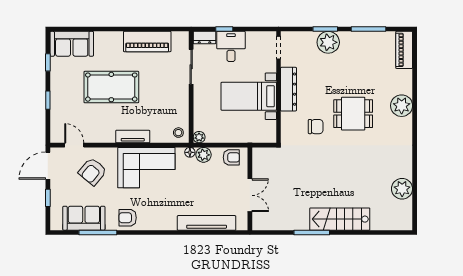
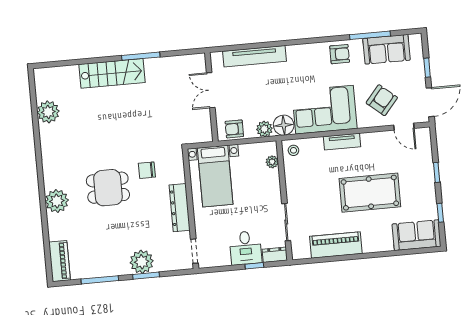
bed with nightstands: (249, 96) -> (215, 176), moved, turned 90
plant: (199, 137) -> (272, 162), moved
floor lamp: (190, 152) -> (284, 125), width x1.89, depth x1.89

